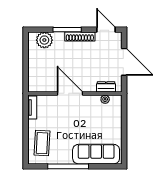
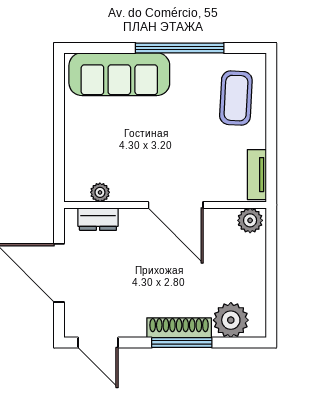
shoe rack: (80, 36) -> (179, 328), moved
plant: (35, 86) -> (250, 220), added

